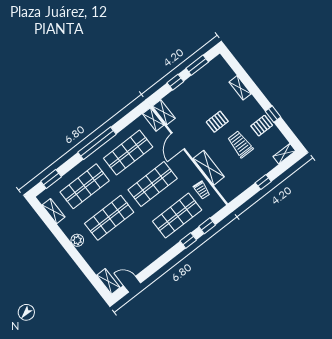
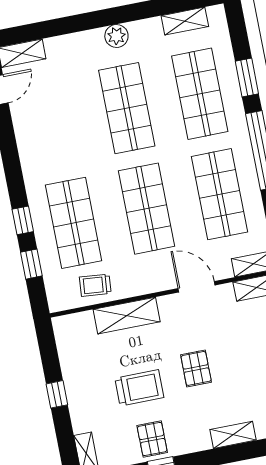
window: (51, 179) -> (247, 77), moved

